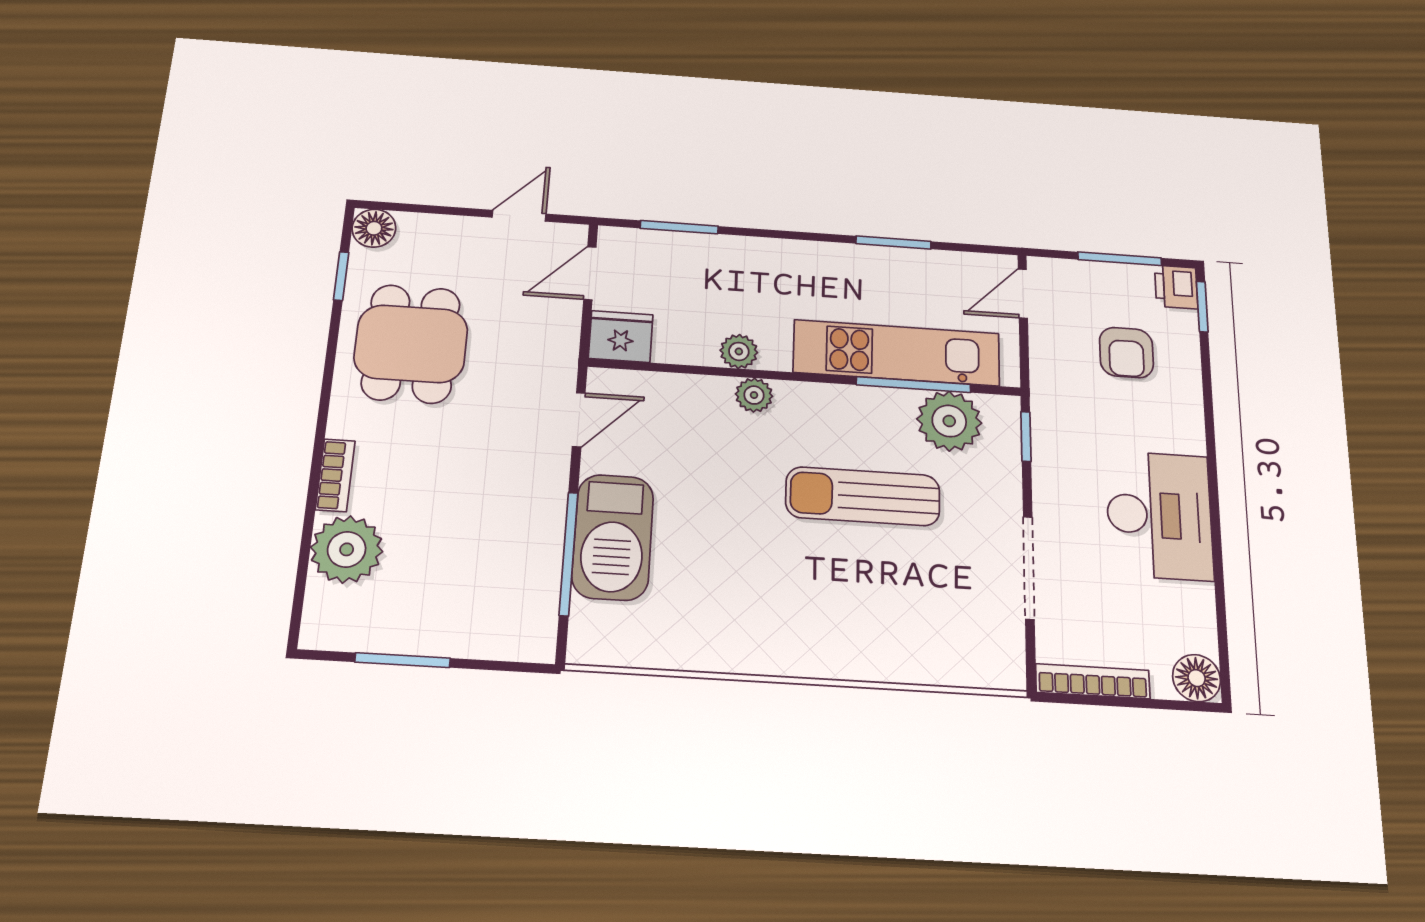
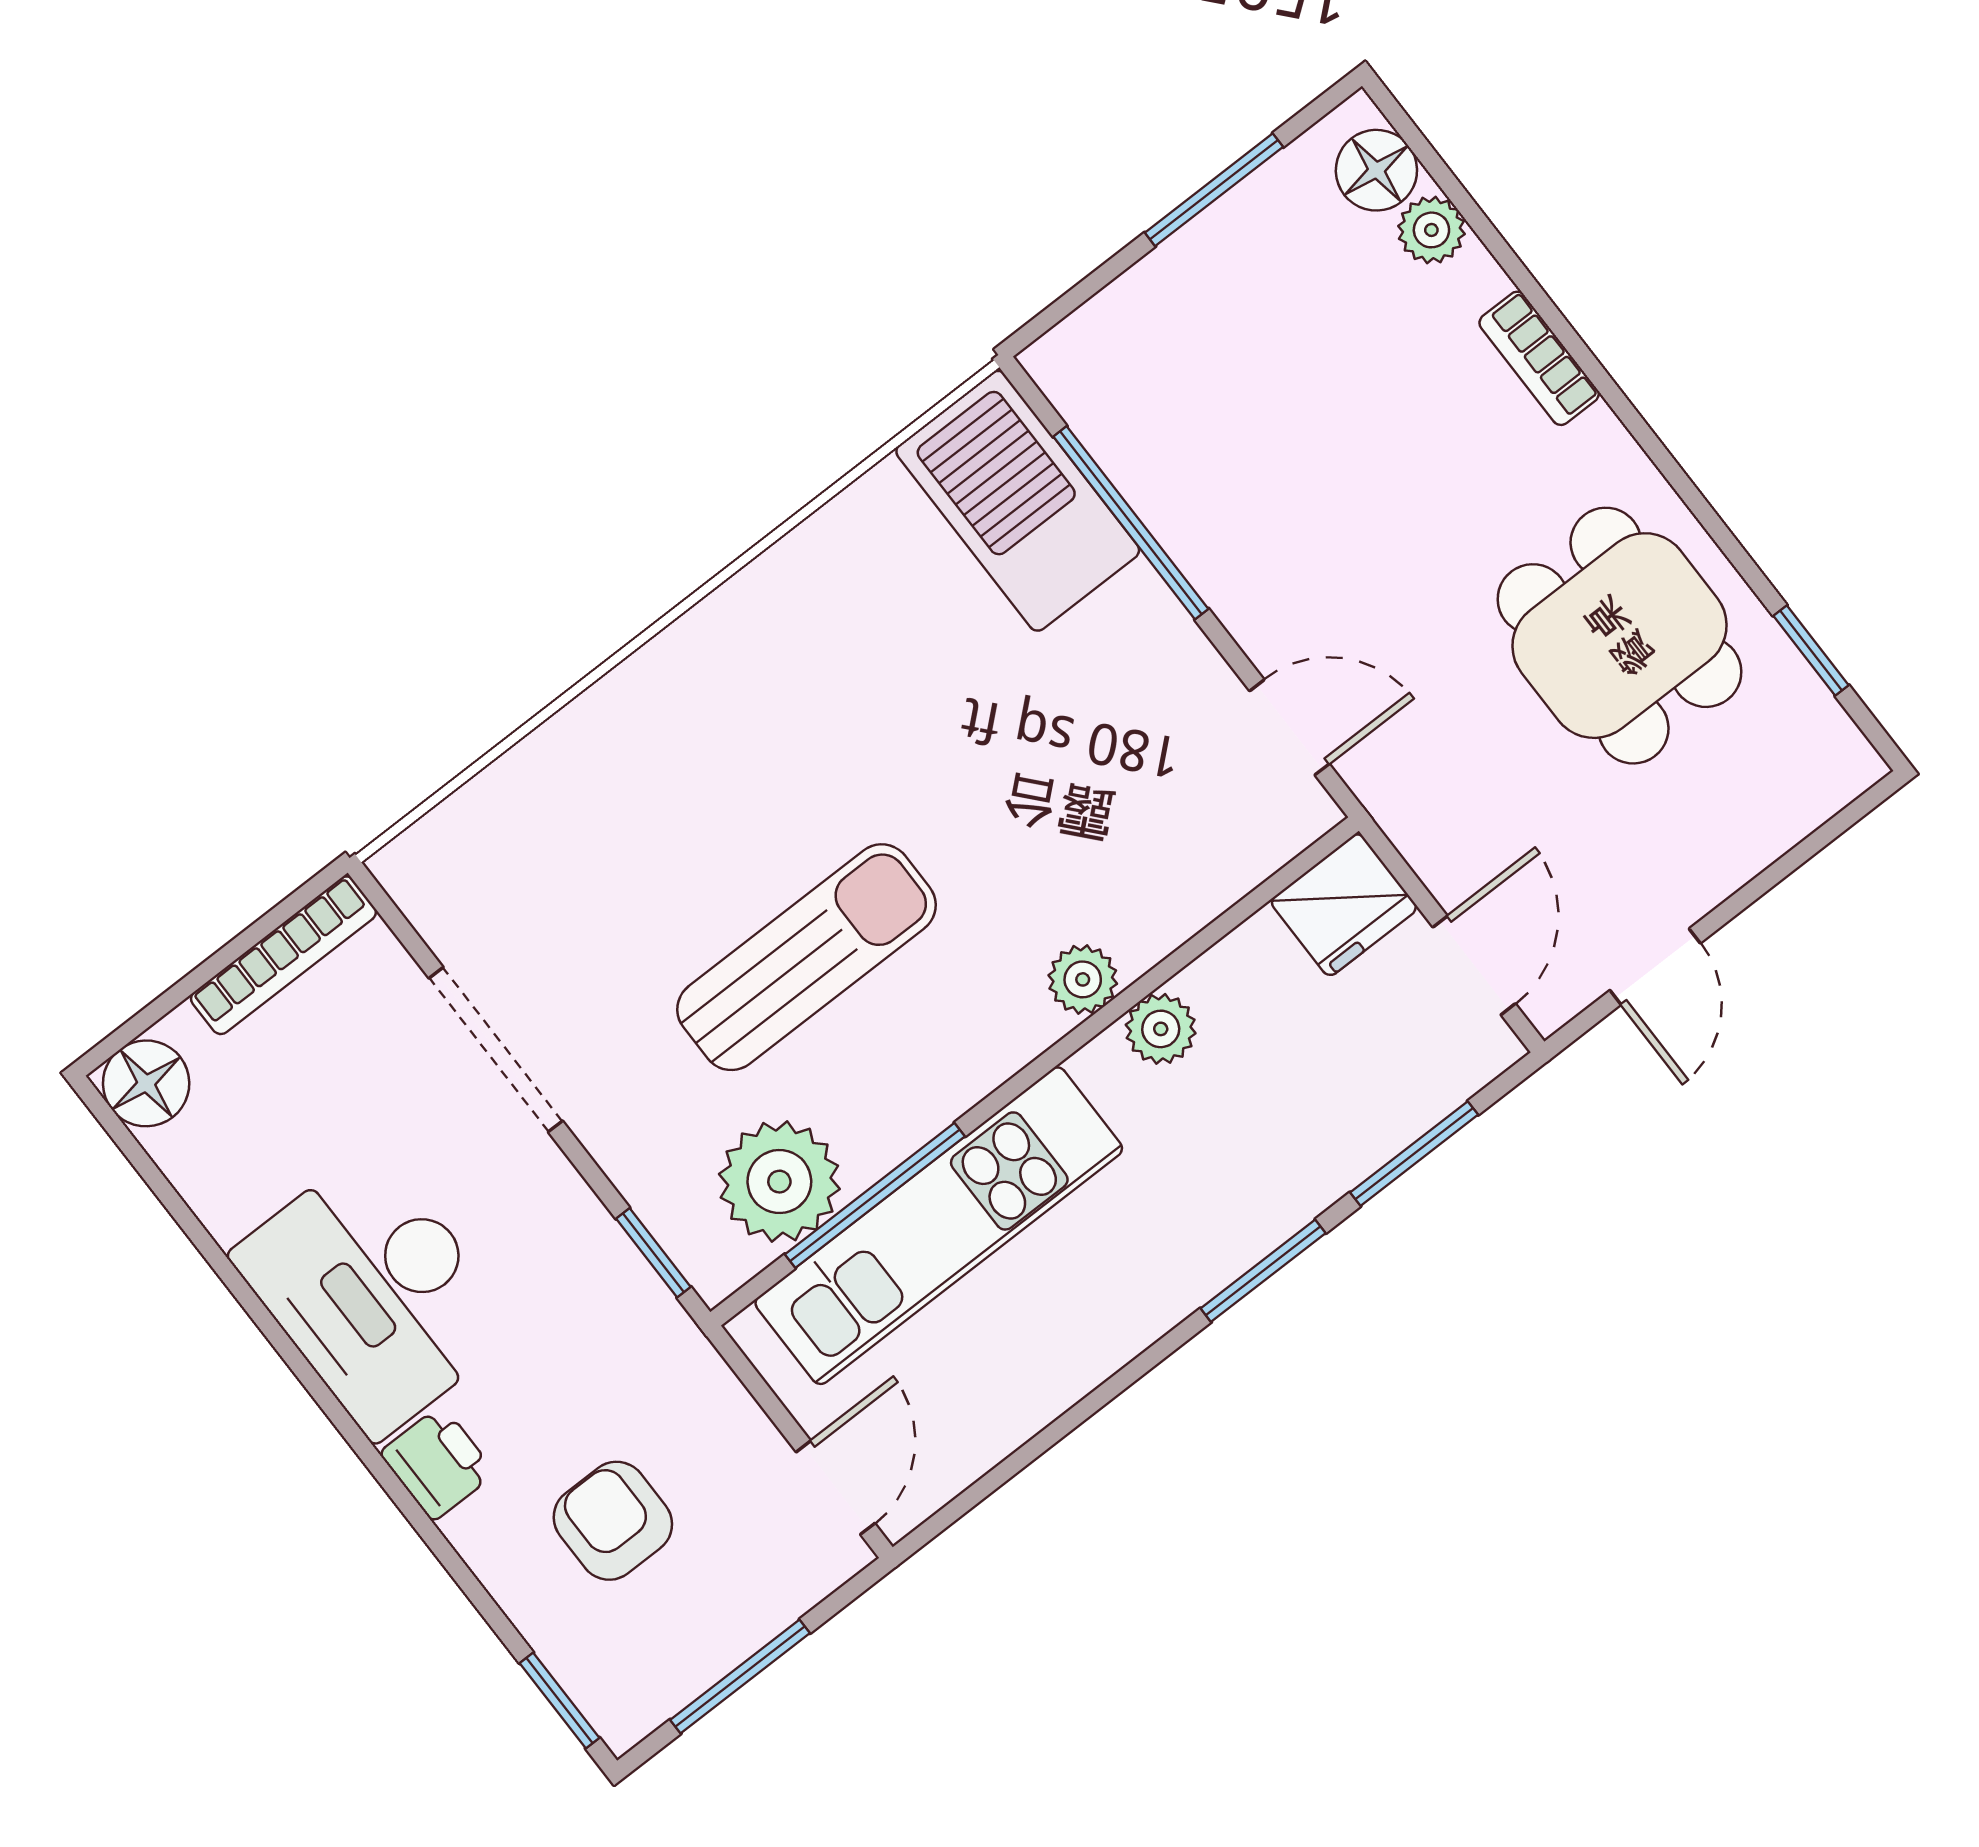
floor lamp: (374, 228) -> (1376, 170), moved
window: (893, 242) -> (1263, 1271), moved
printer: (1176, 287) -> (437, 1463), moved
door: (579, 420) -> (1289, 727), swing flipped
barbecue: (613, 537) -> (1018, 501), moved
plant: (347, 549) -> (1431, 230), width x0.53, depth x0.53

